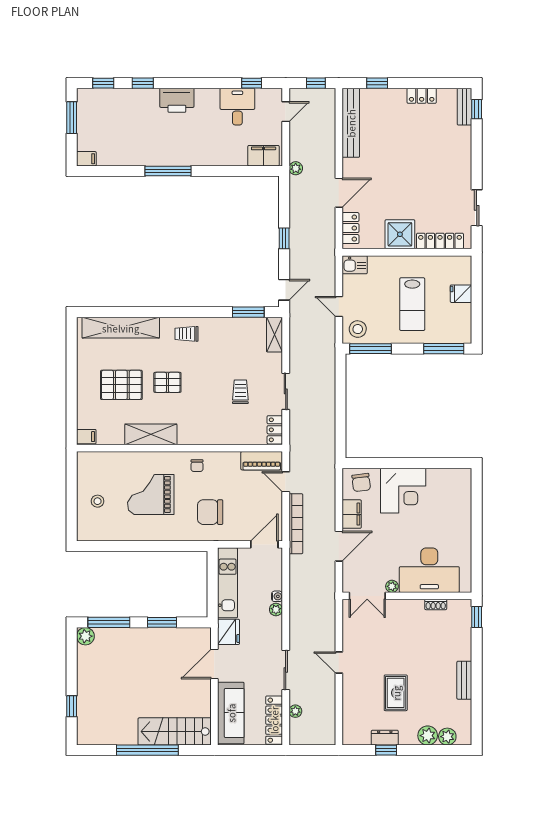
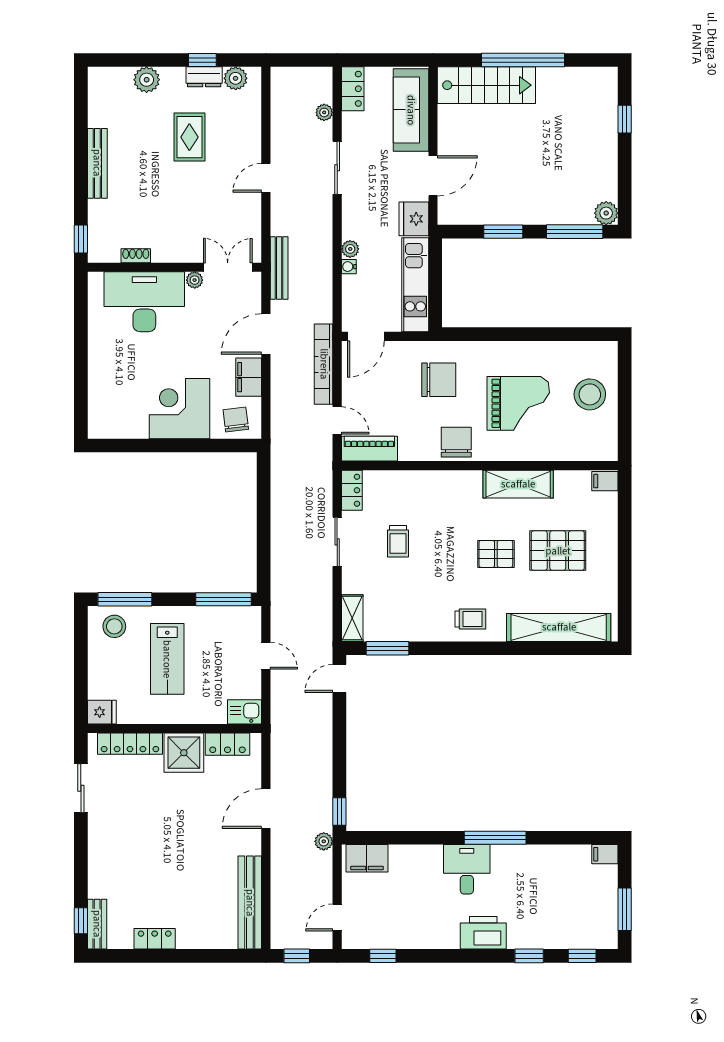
window: (377, 83) -> (214, 956), removed
desk: (237, 107) -> (467, 869), moved, turned 180
locker: (350, 228) -> (227, 744), moved, turned -90
window: (284, 238) -> (339, 811), moved
fridge: (461, 294) -> (102, 712), moved
lab bench: (412, 304) -> (167, 659), turned 180
stool: (358, 329) -> (114, 626), moved
chair: (197, 466) -> (456, 442), width x1.87, depth x1.87
stool: (98, 501) -> (590, 394), width x1.89, depth x1.89
bench: (329, 595) -> (279, 268), added
door: (339, 663) -> (266, 178), swing flipped
bench: (464, 680) -> (97, 163), width x1.36
locker: (274, 720) -> (353, 89), width x0.66
plant: (447, 737) -> (236, 78), moved

